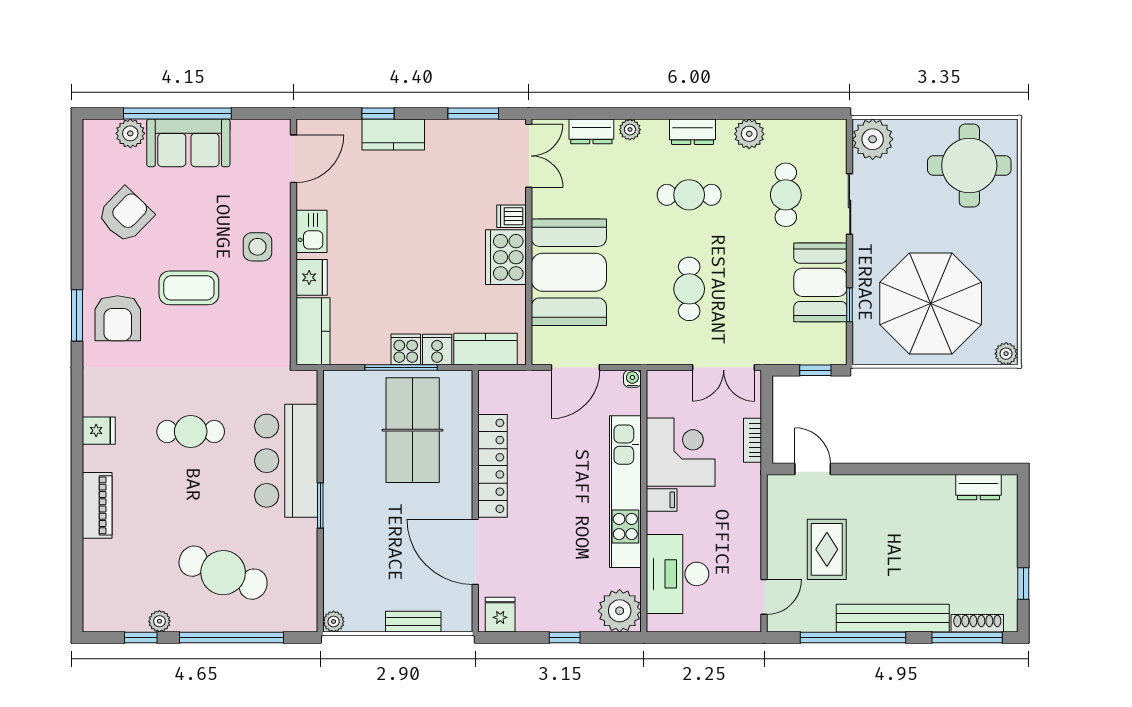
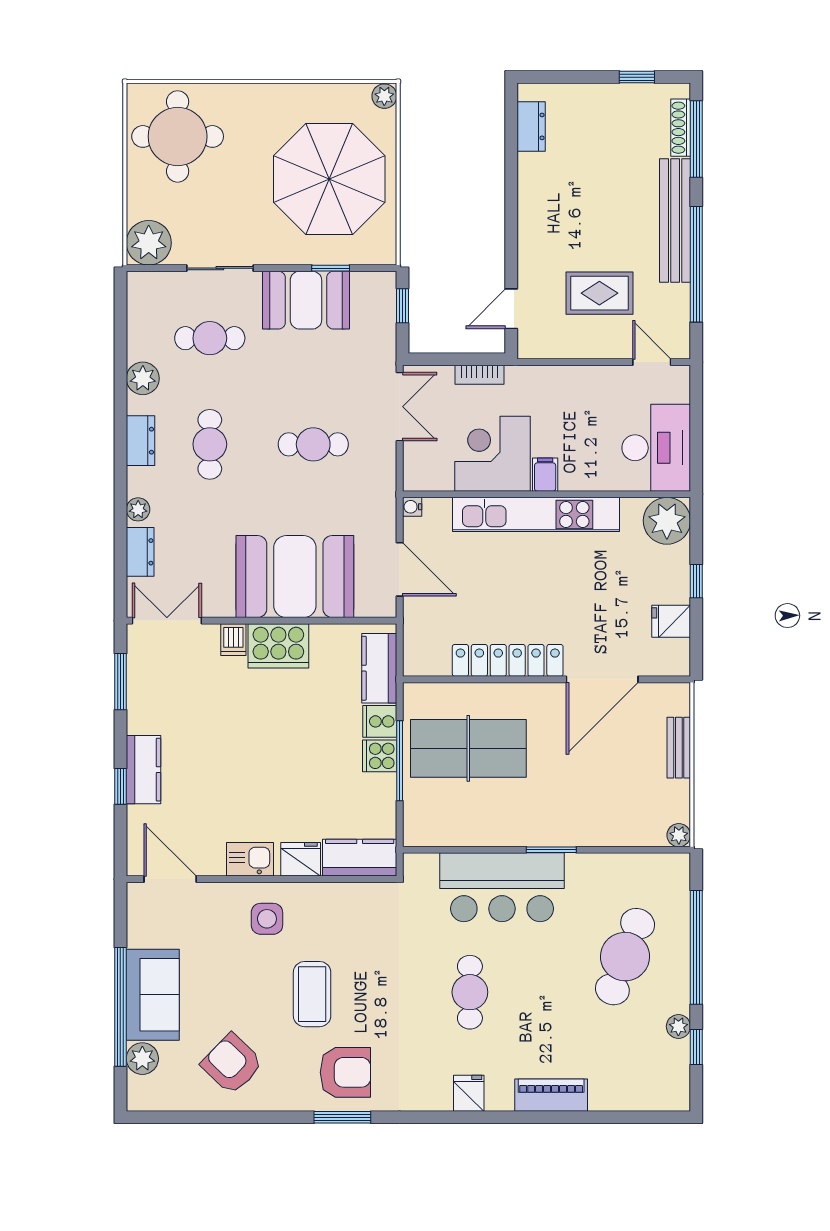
desk: (678, 574) -> (656, 448), moved, turned -90
fridge: (500, 615) -> (671, 621), moved

